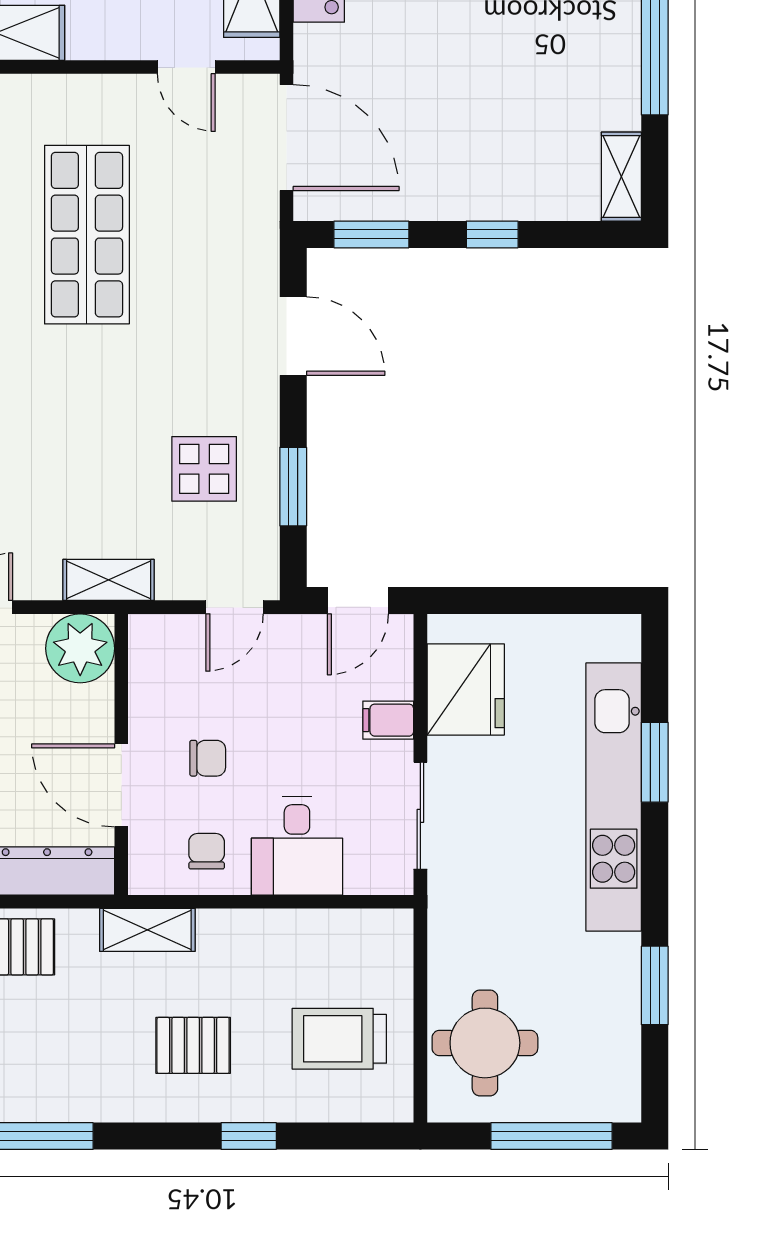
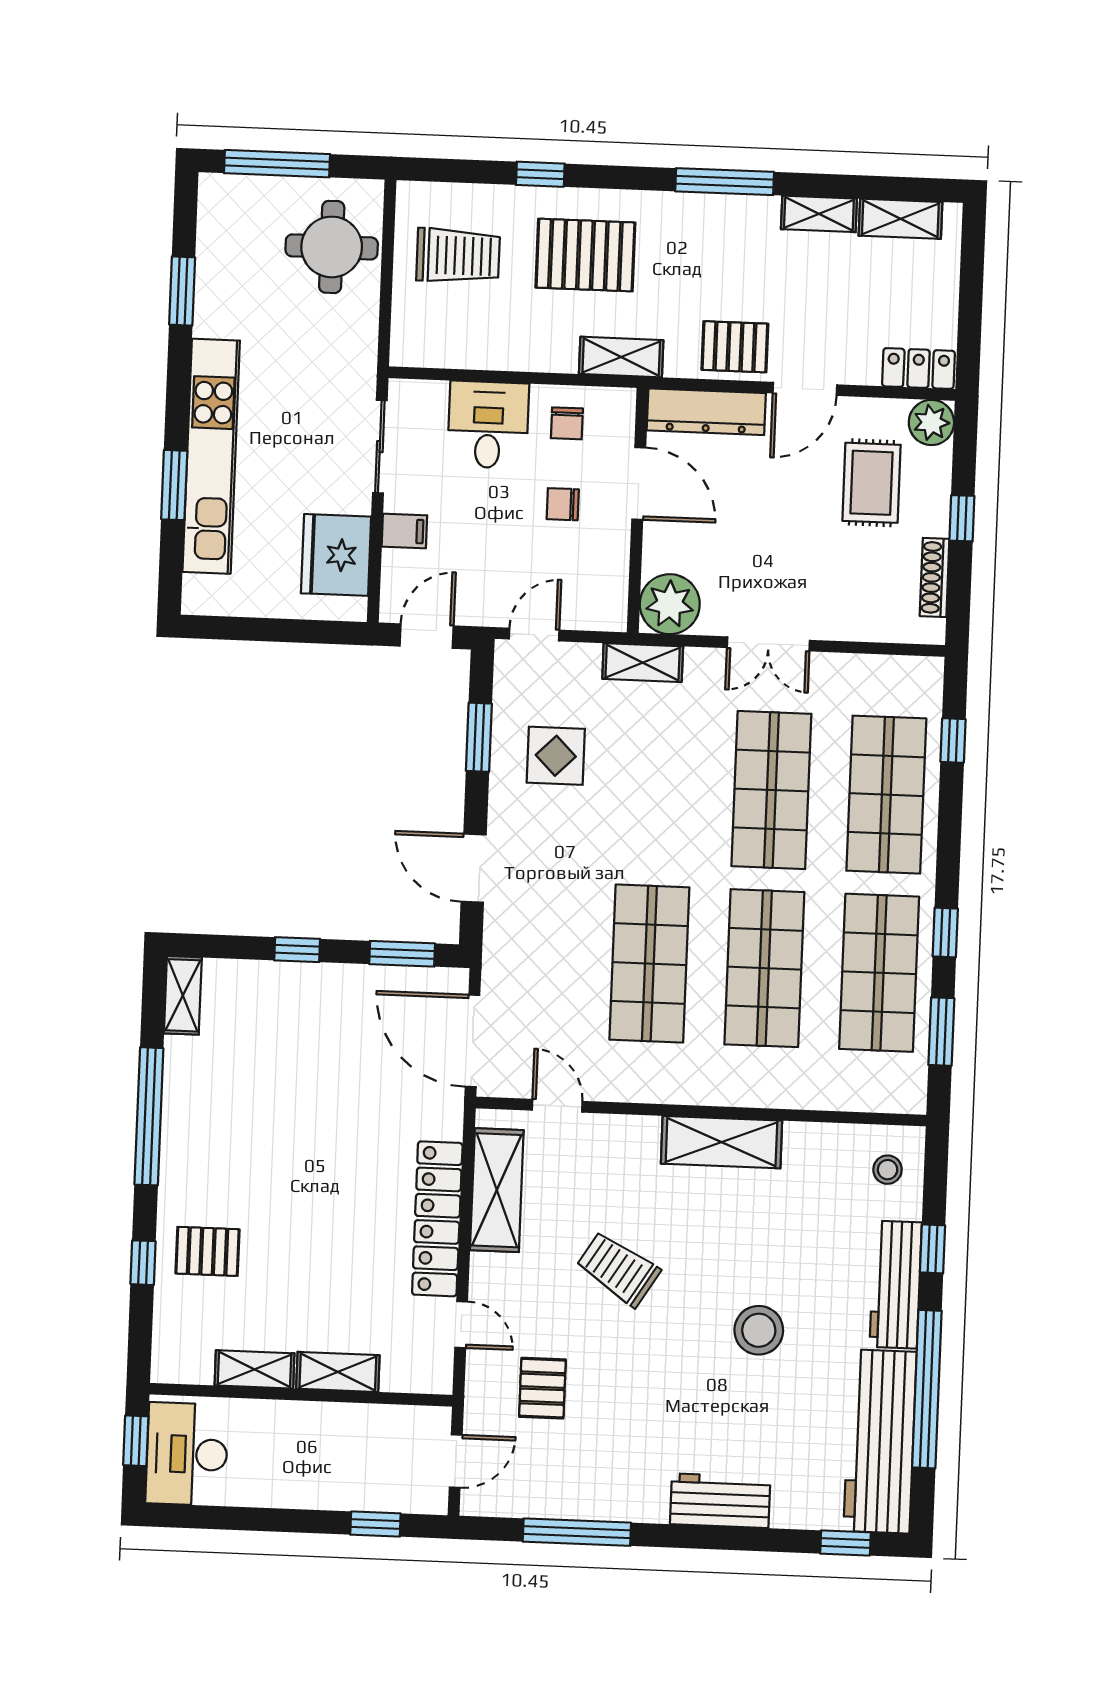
pallet: (193, 1045) -> (585, 255), width x1.50, depth x1.42

